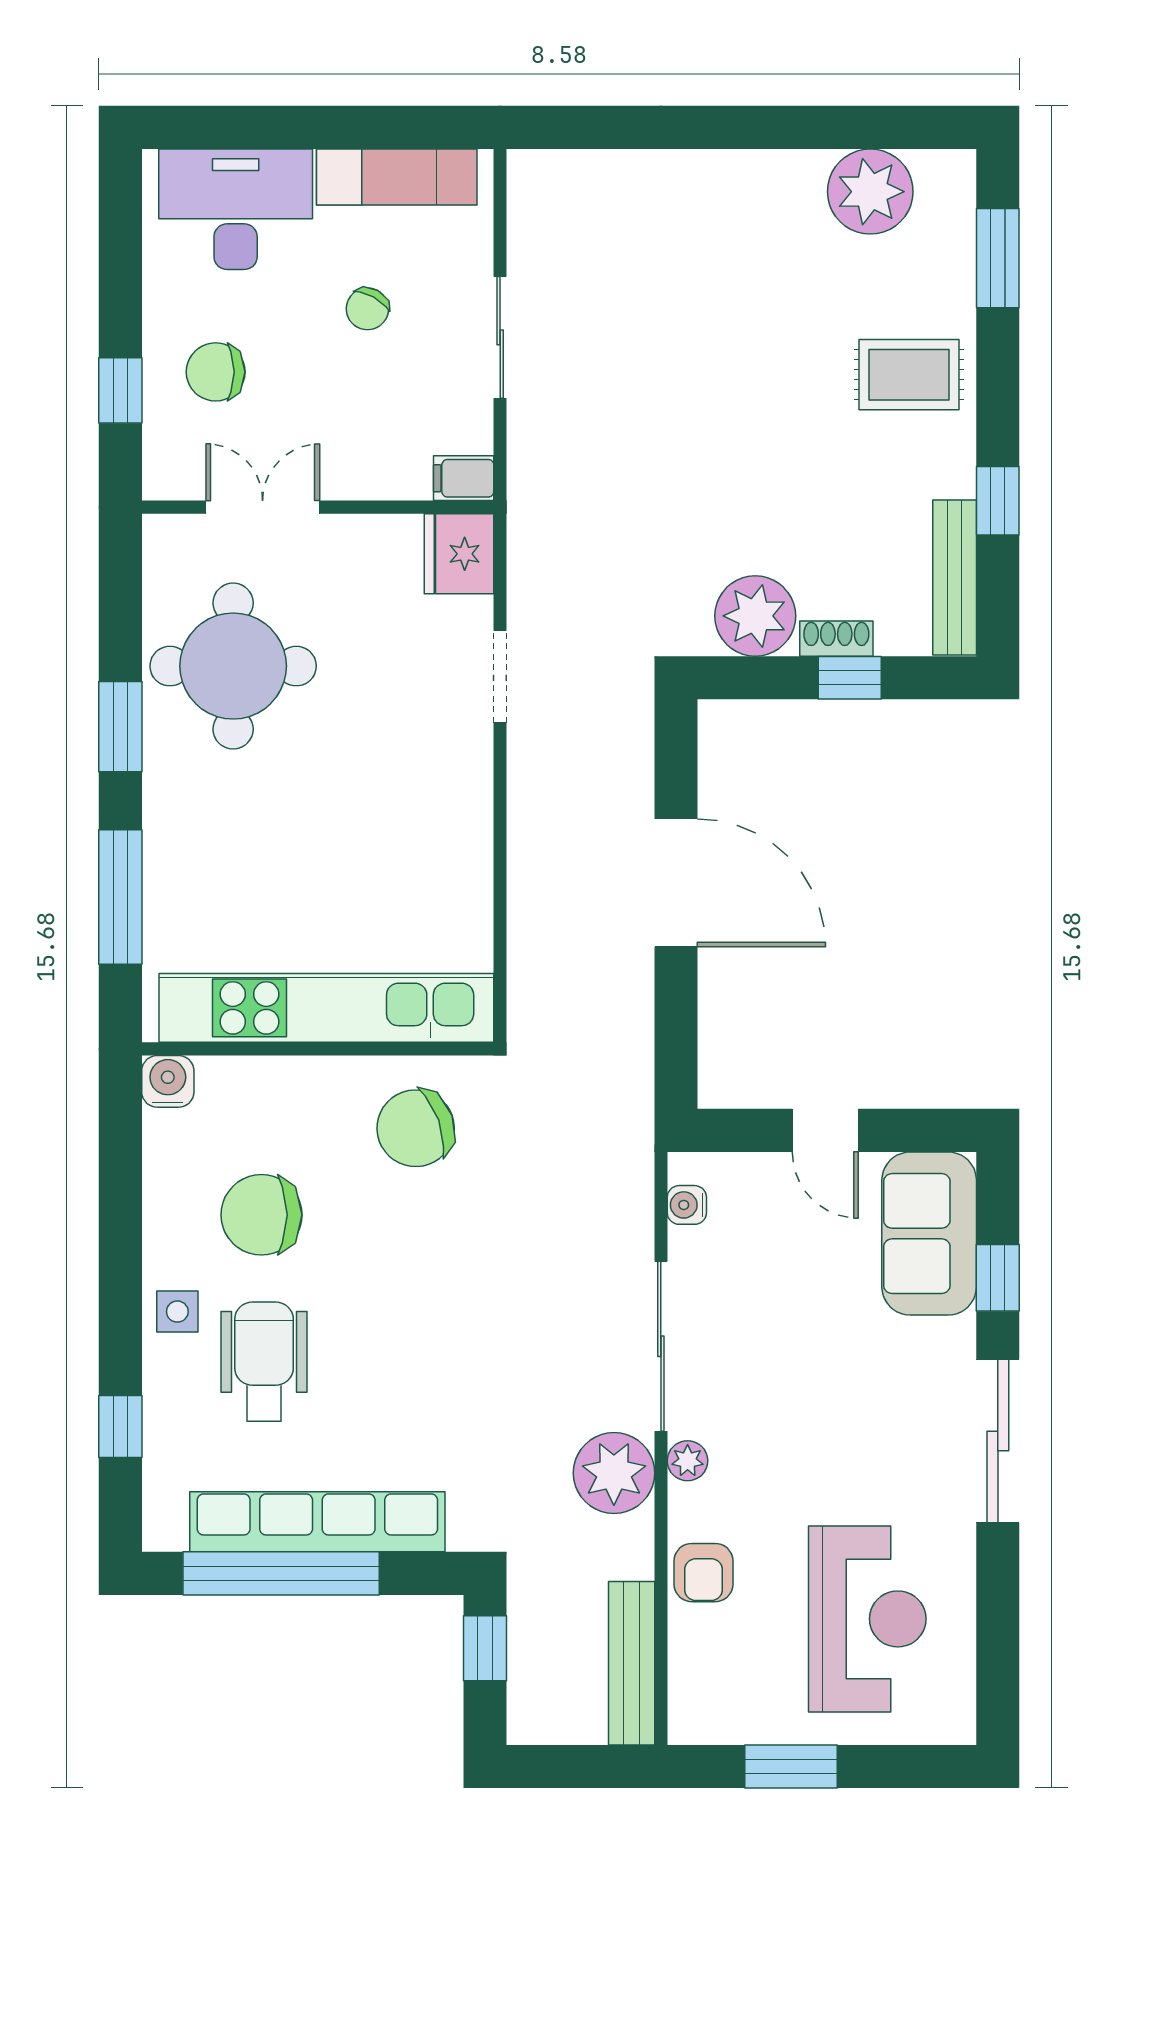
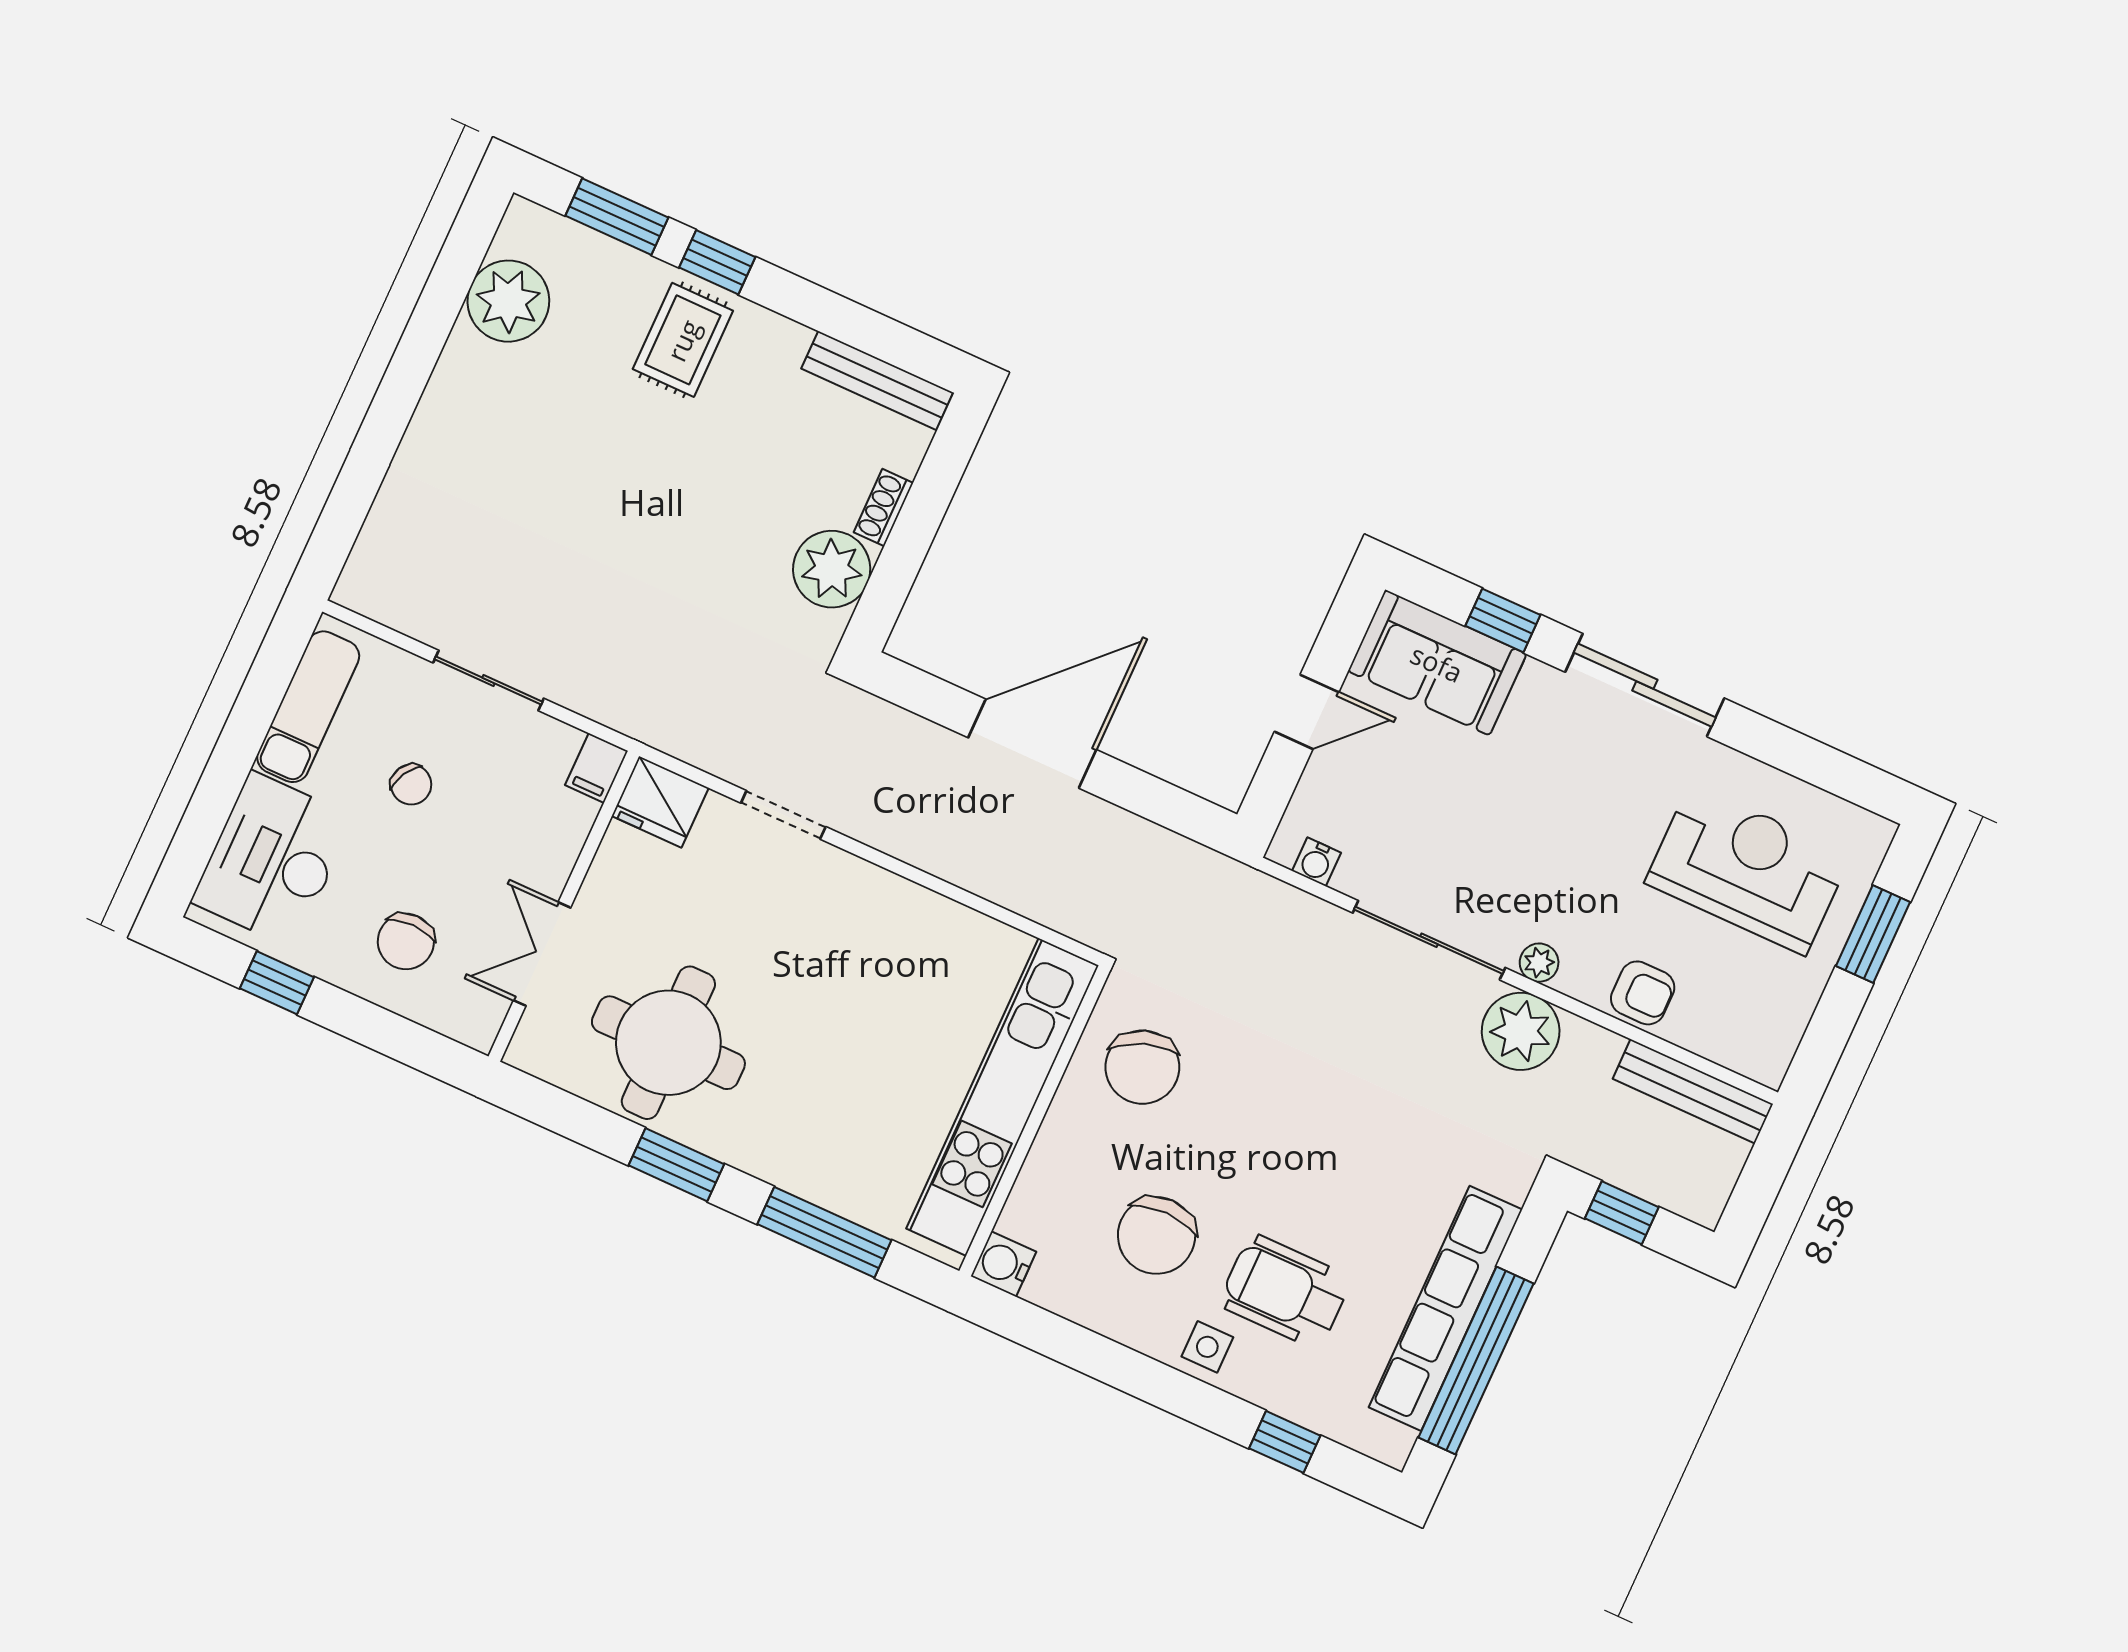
window: (120, 390) -> (277, 983), moved
window: (998, 501) -> (717, 262), moved
window: (850, 678) -> (923, 511), removed
window: (791, 1767) -> (1873, 934), moved

